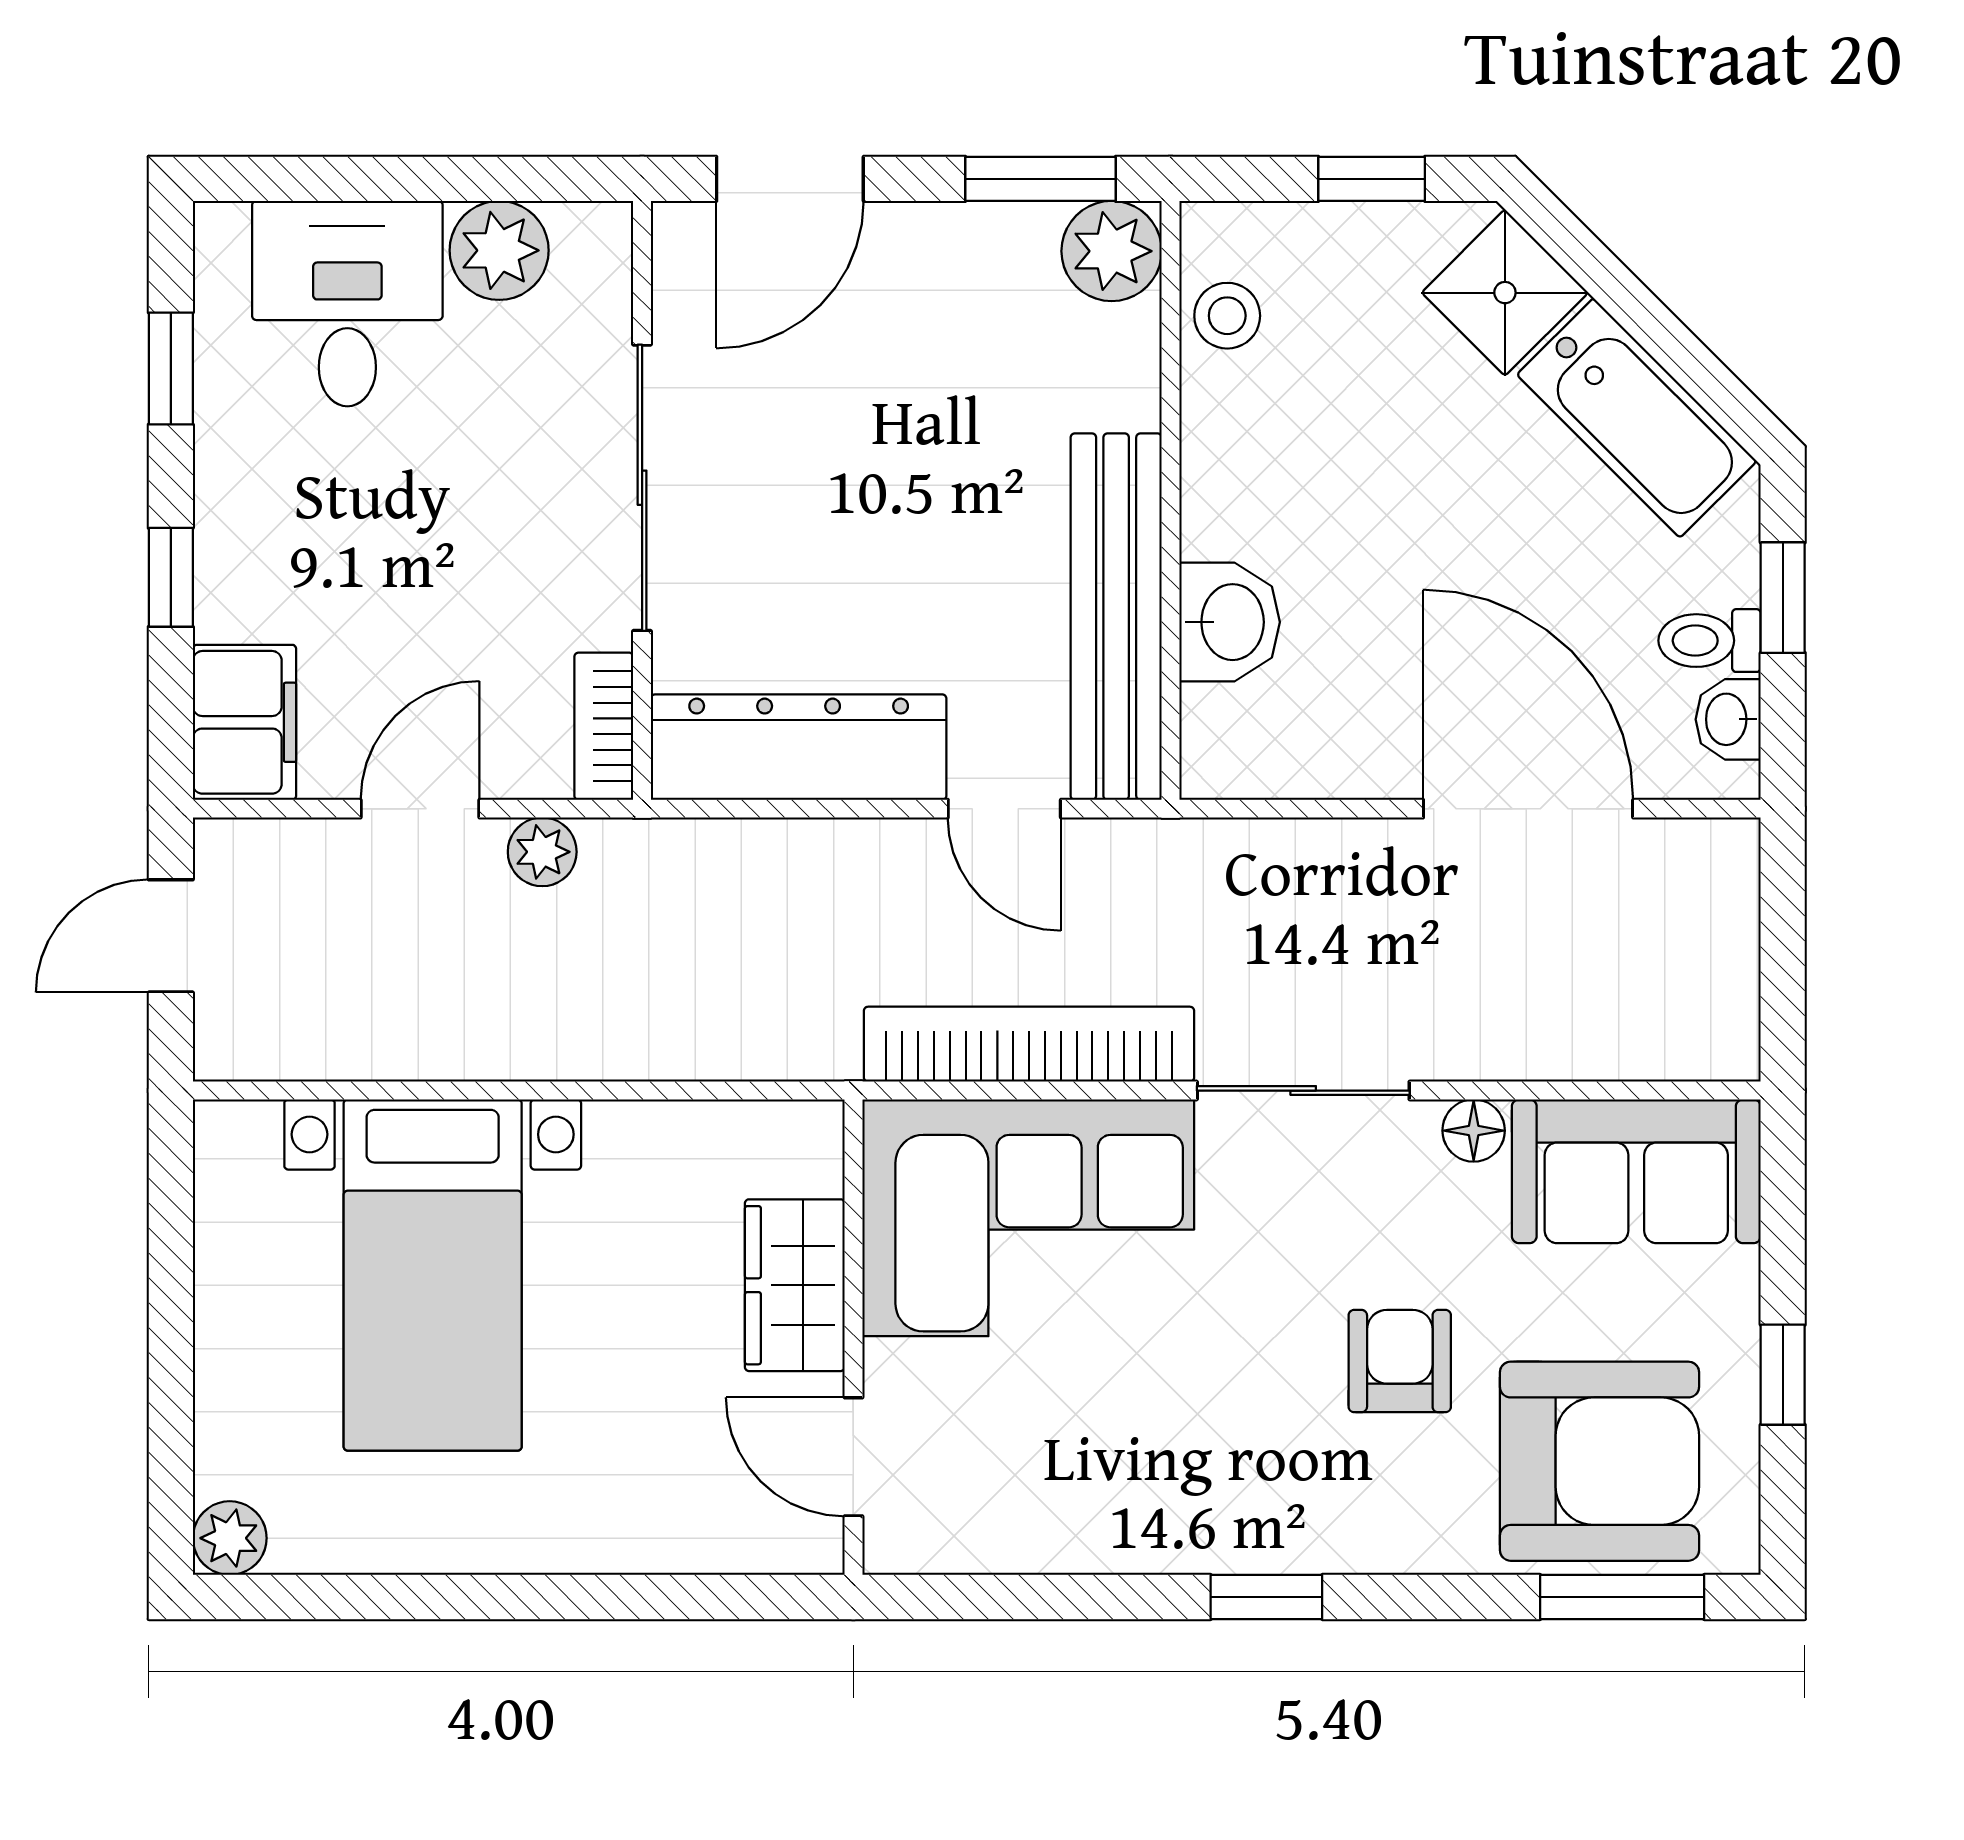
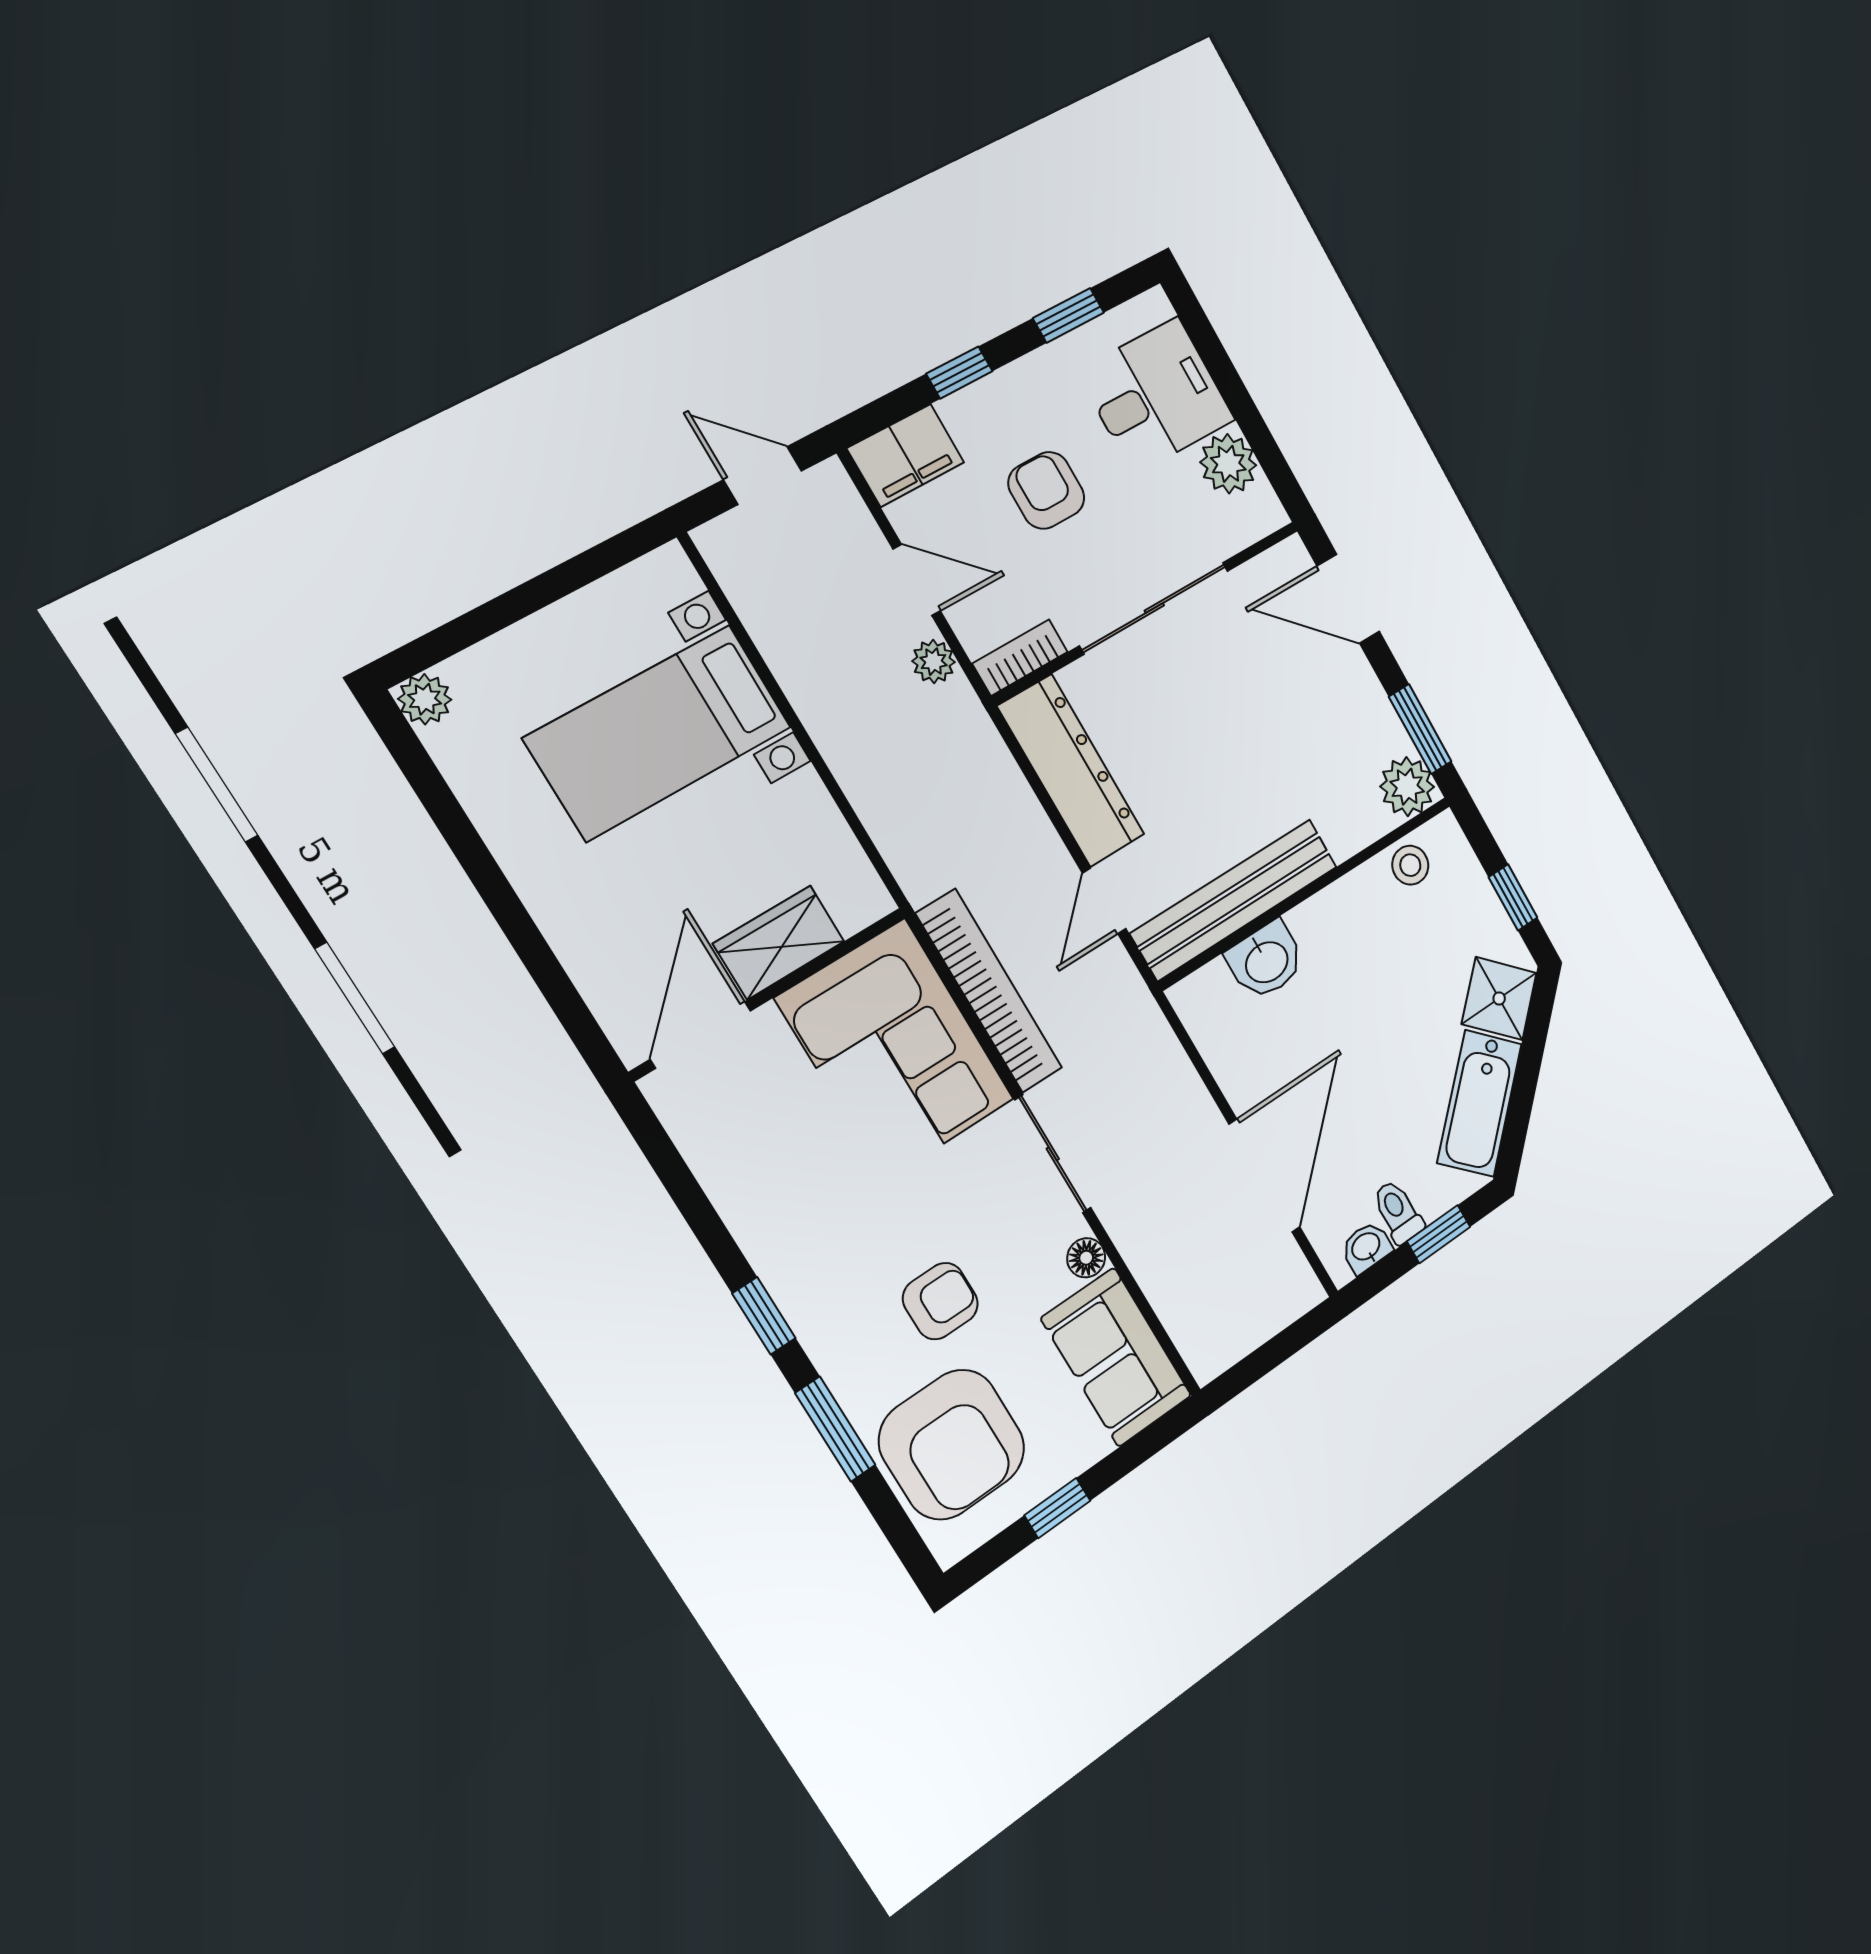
armchair: (395, 549) -> (1046, 490), added
door: (853, 1457) -> (701, 1035), width x1.38
window: (1622, 1597) -> (835, 1429), moved

